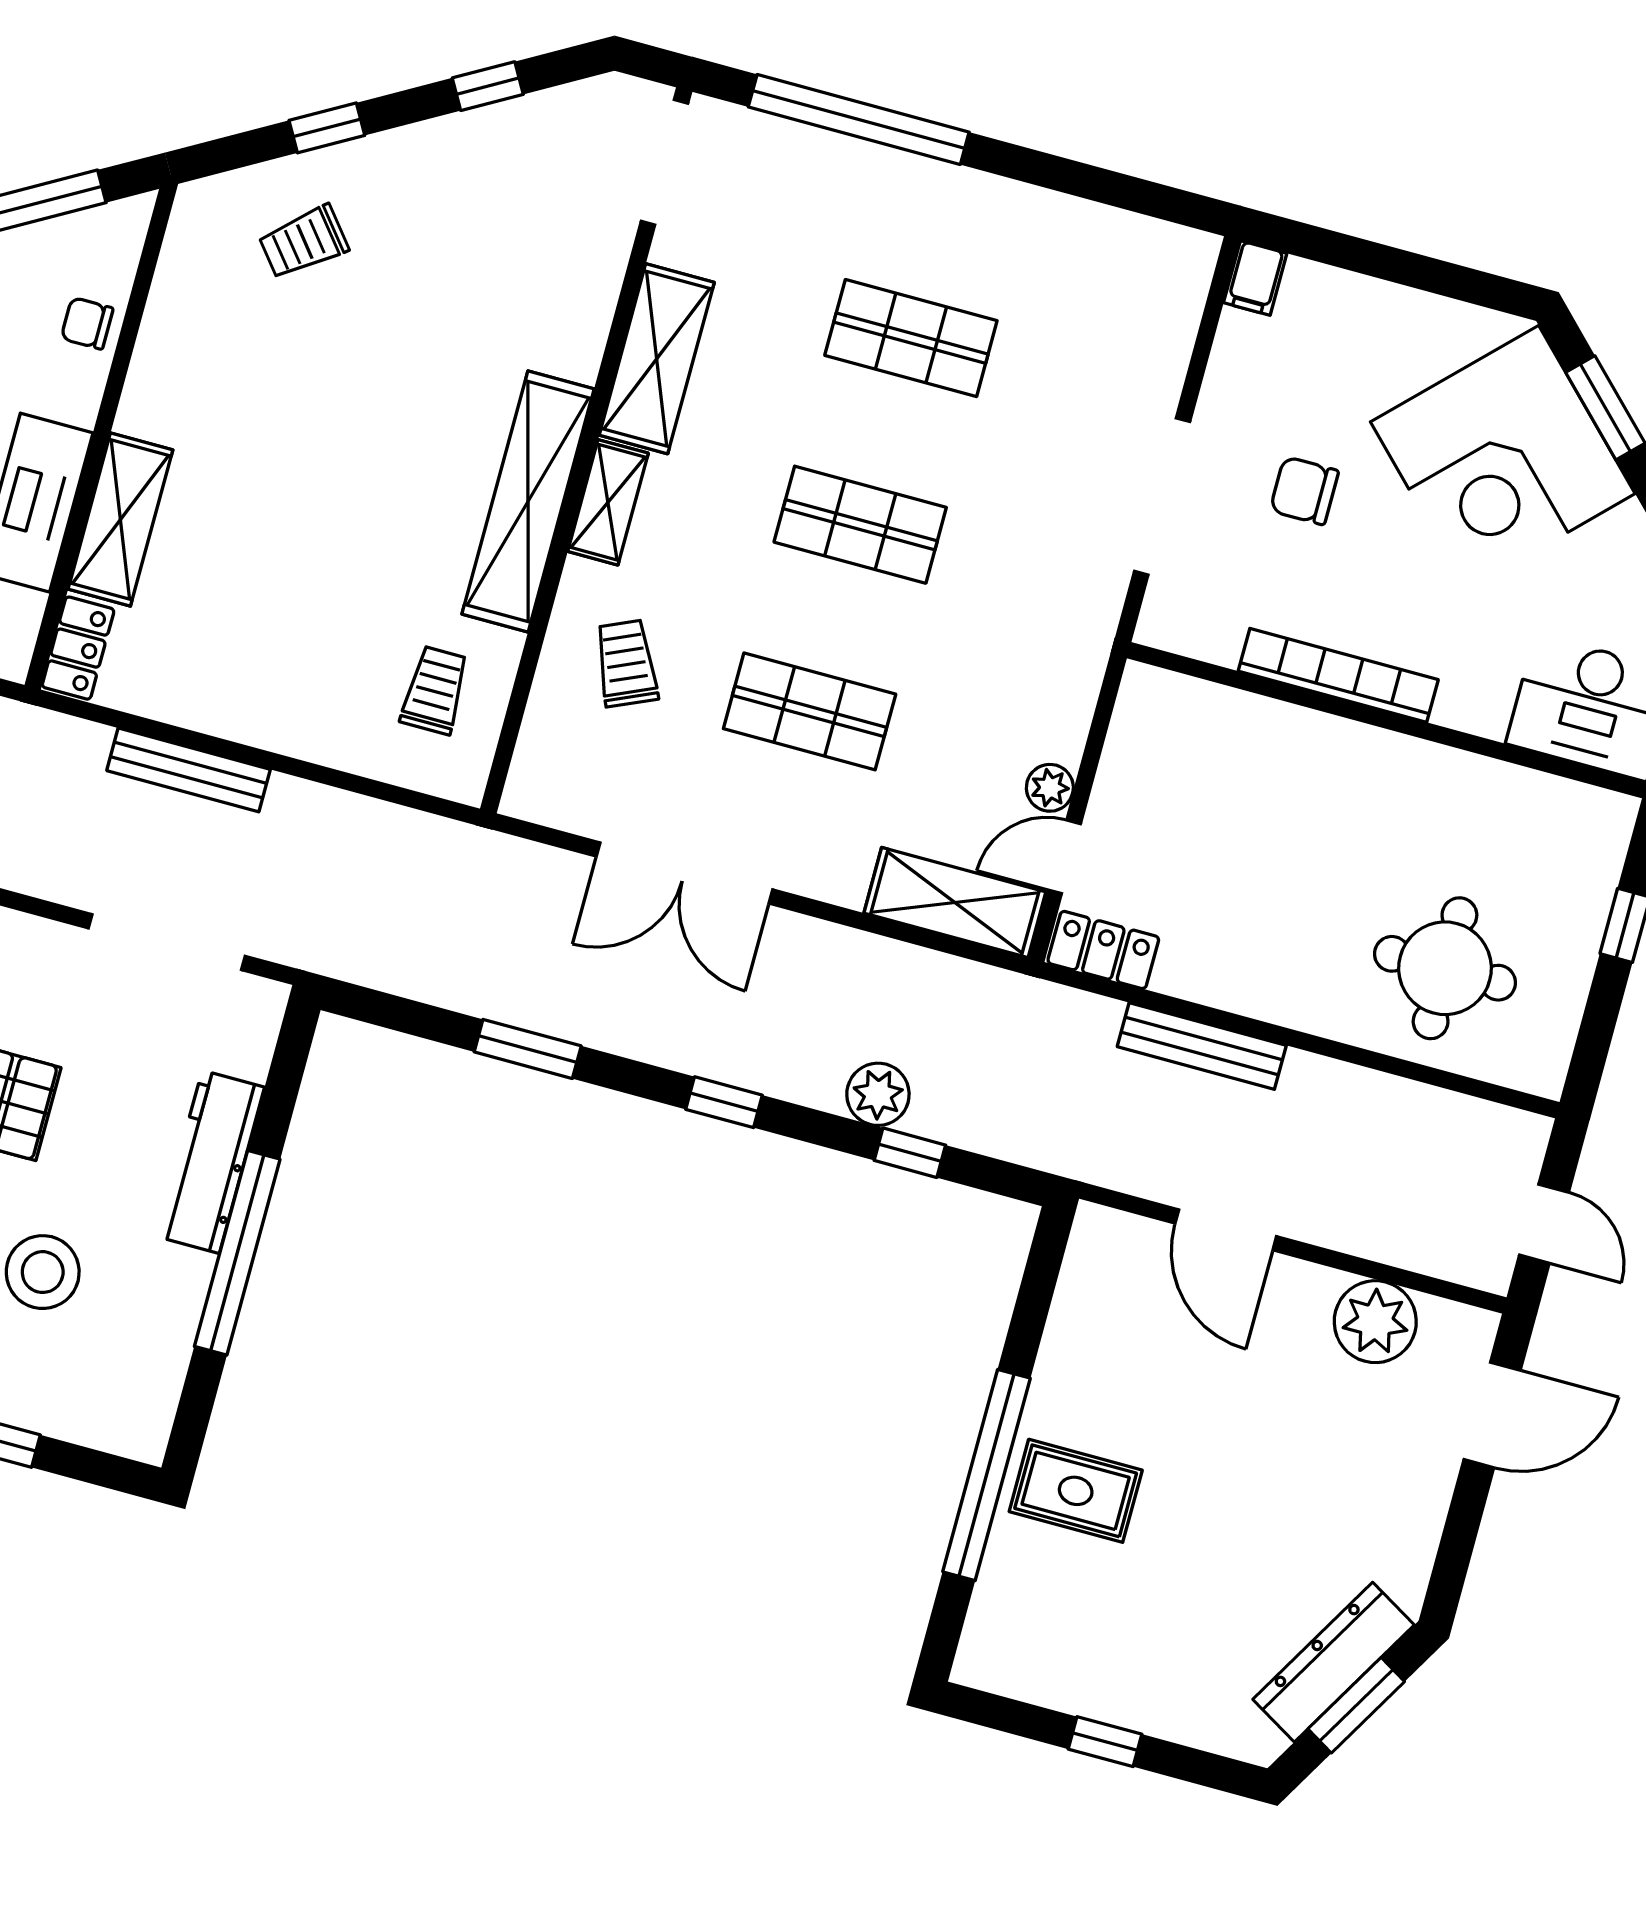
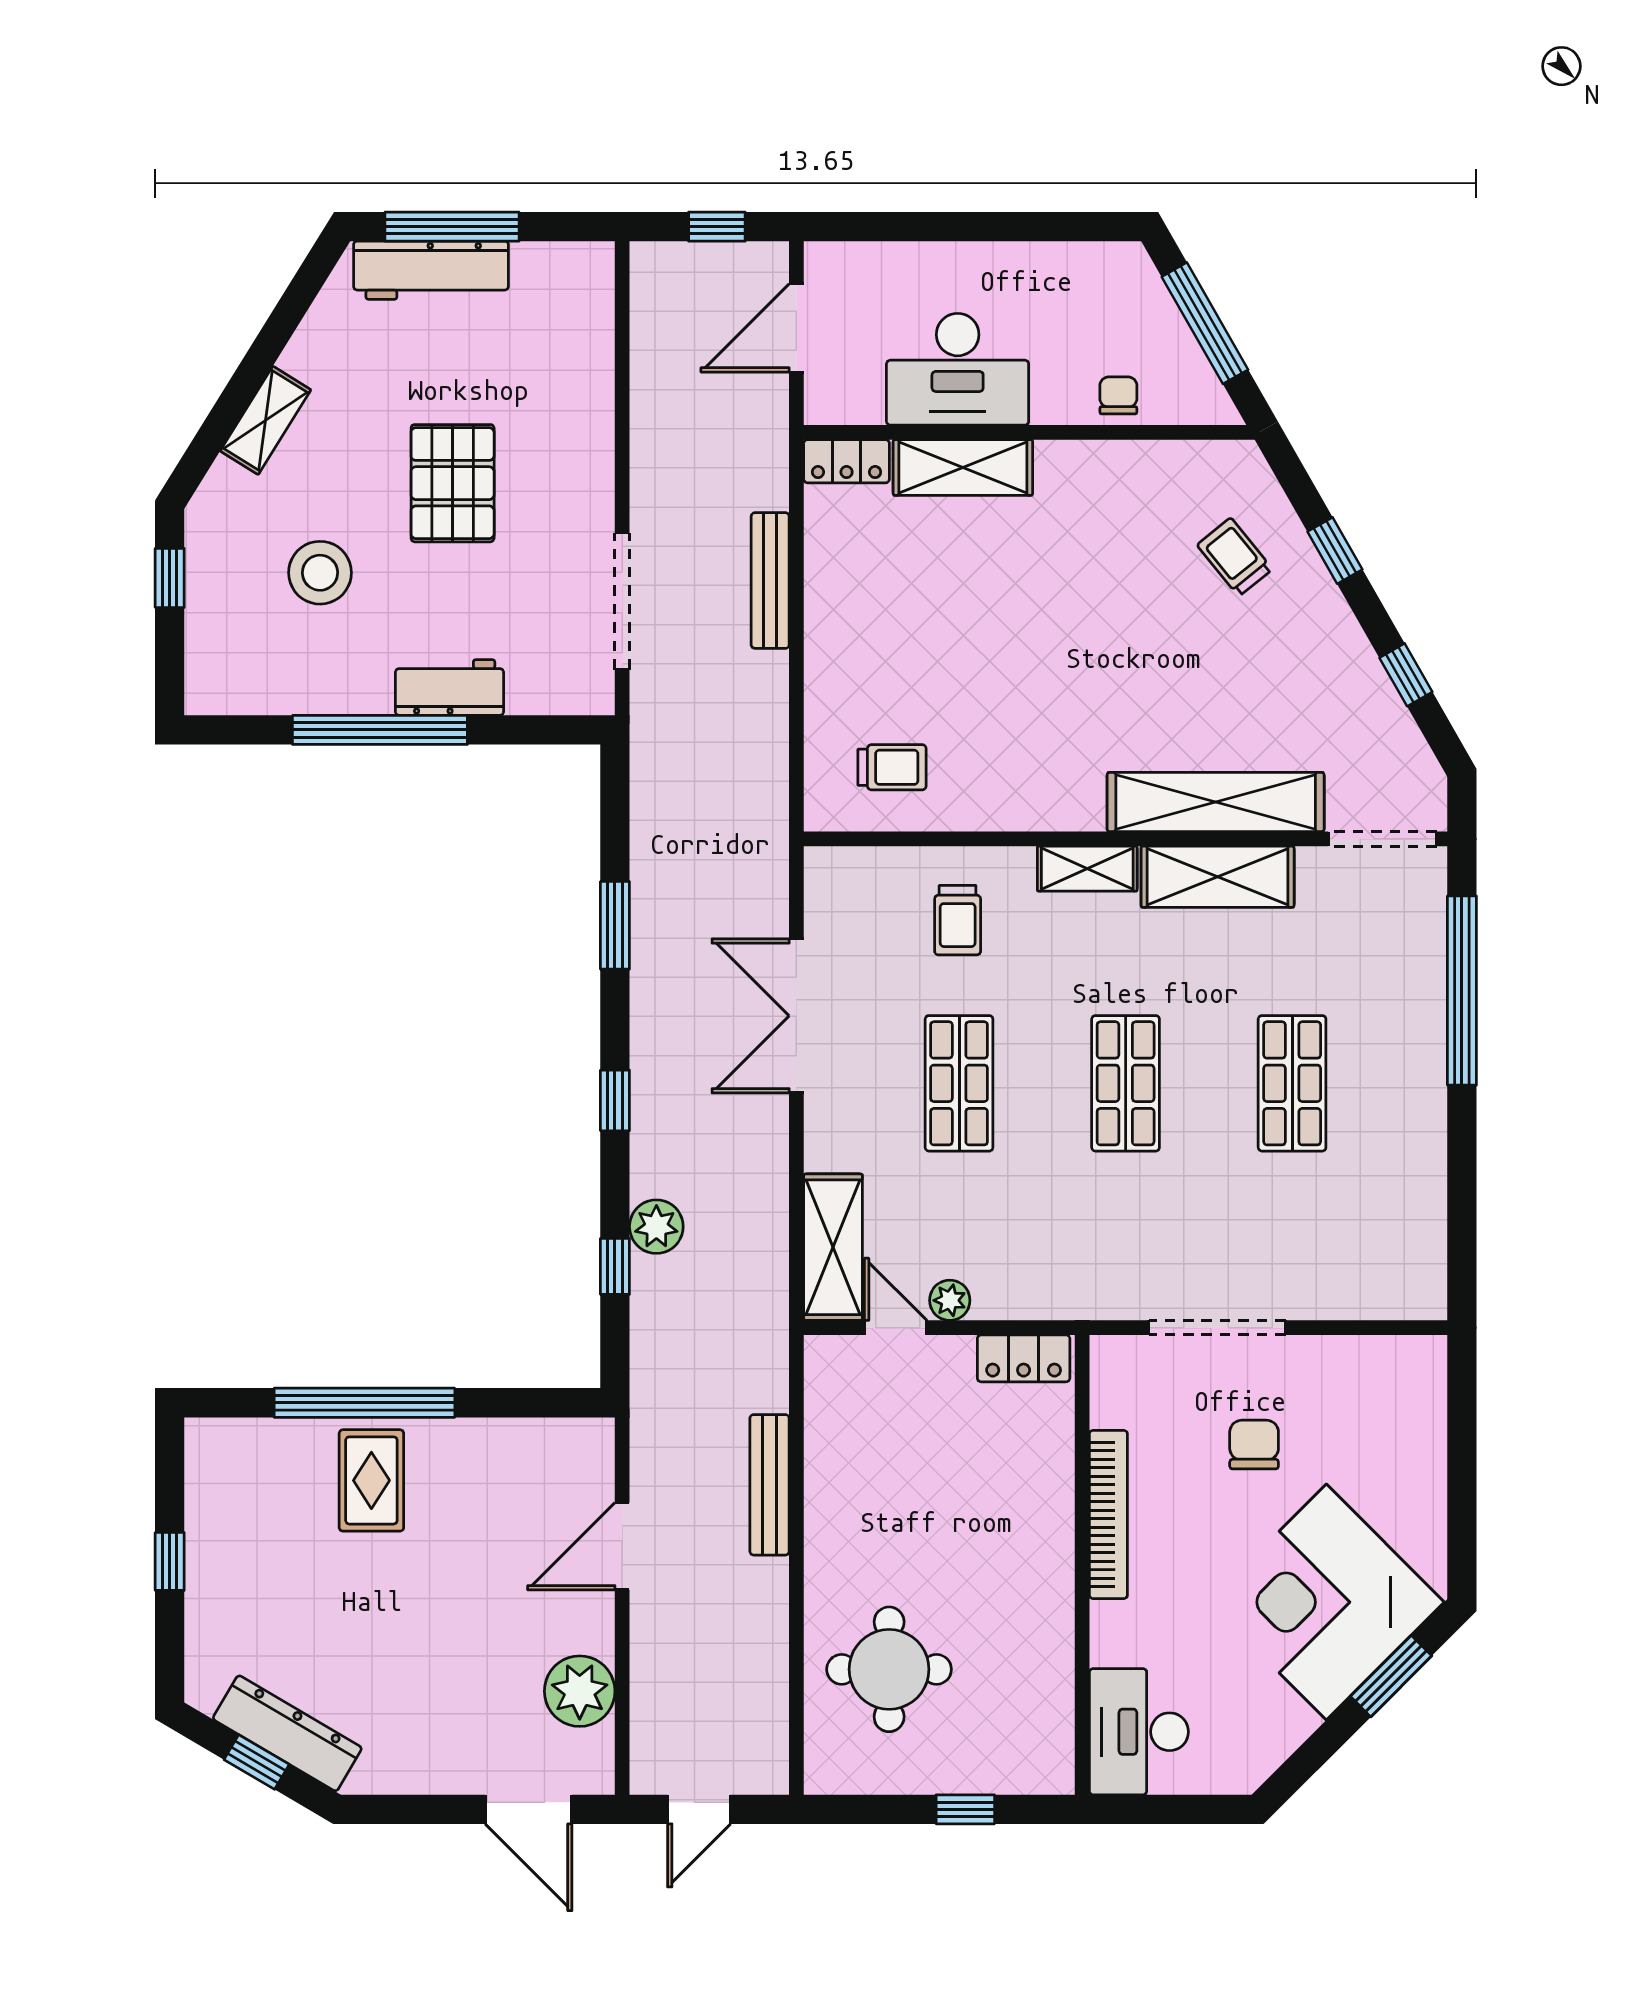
filing cabinet: (1255, 278) -> (1420, 1356), removed
shelving: (528, 501) -> (1216, 802), moved
trolley: (626, 663) -> (958, 920), turned 114
locker: (1103, 950) -> (1024, 1358), moved, turned 90
workbench: (211, 1162) -> (449, 688), width x0.73
window: (1356, 1705) -> (257, 1762), width x0.67

